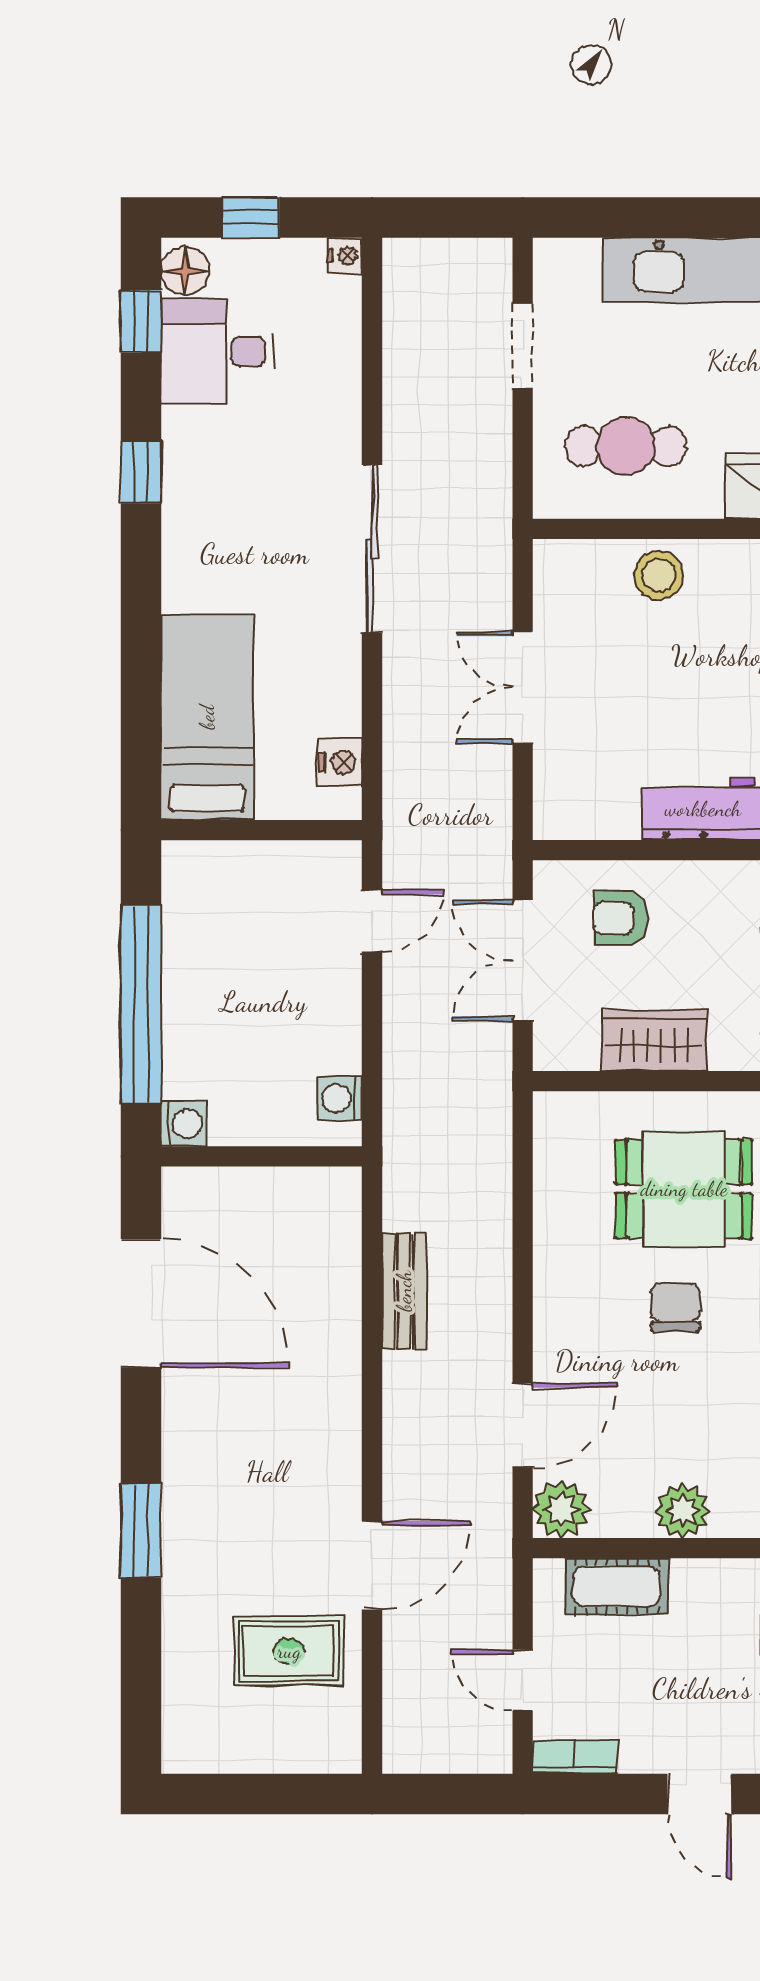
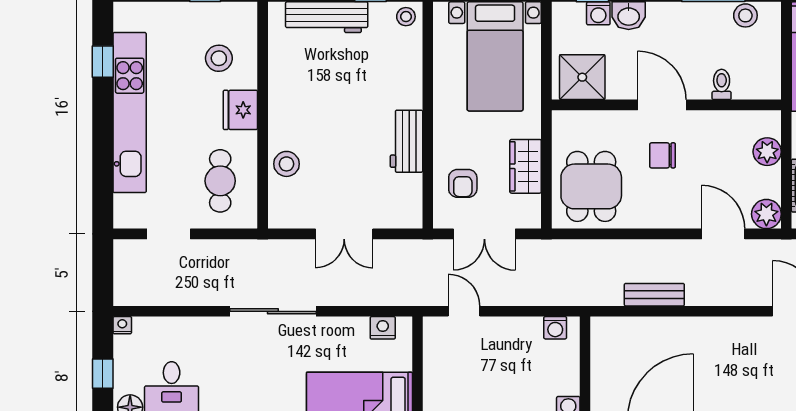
dining table: (684, 1189) -> (591, 186), moved

